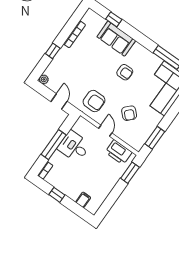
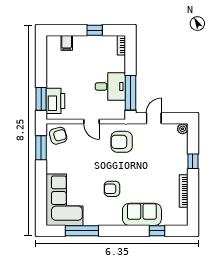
door: (59, 101) -> (154, 118), swing flipped
armchair: (129, 113) -> (58, 136), moved, turned 121
window: (54, 145) -> (130, 93), moved
printer: (119, 152) -> (55, 101), moved, turned 90

